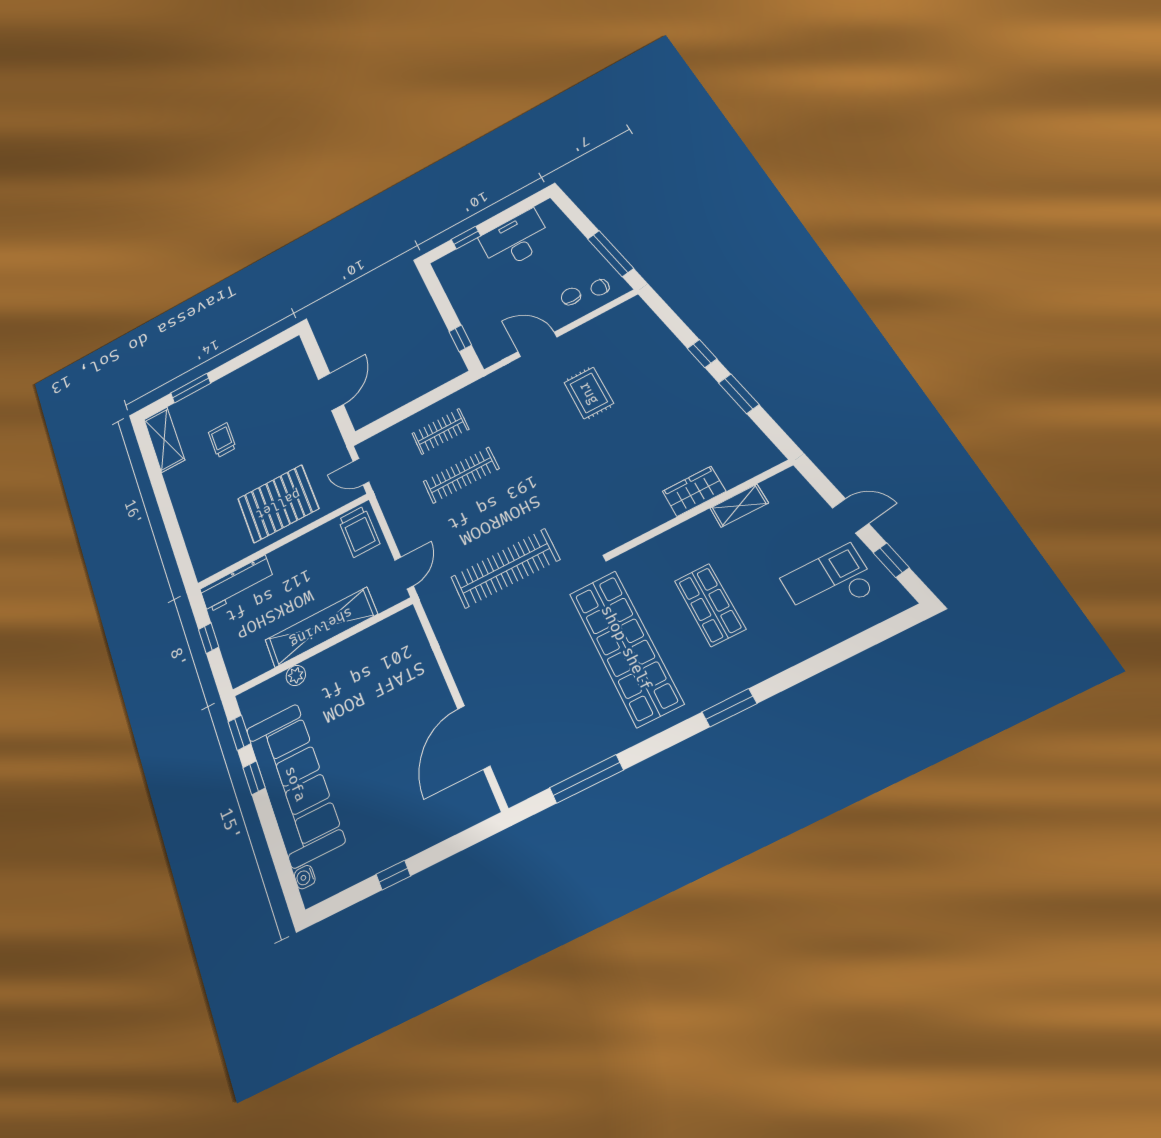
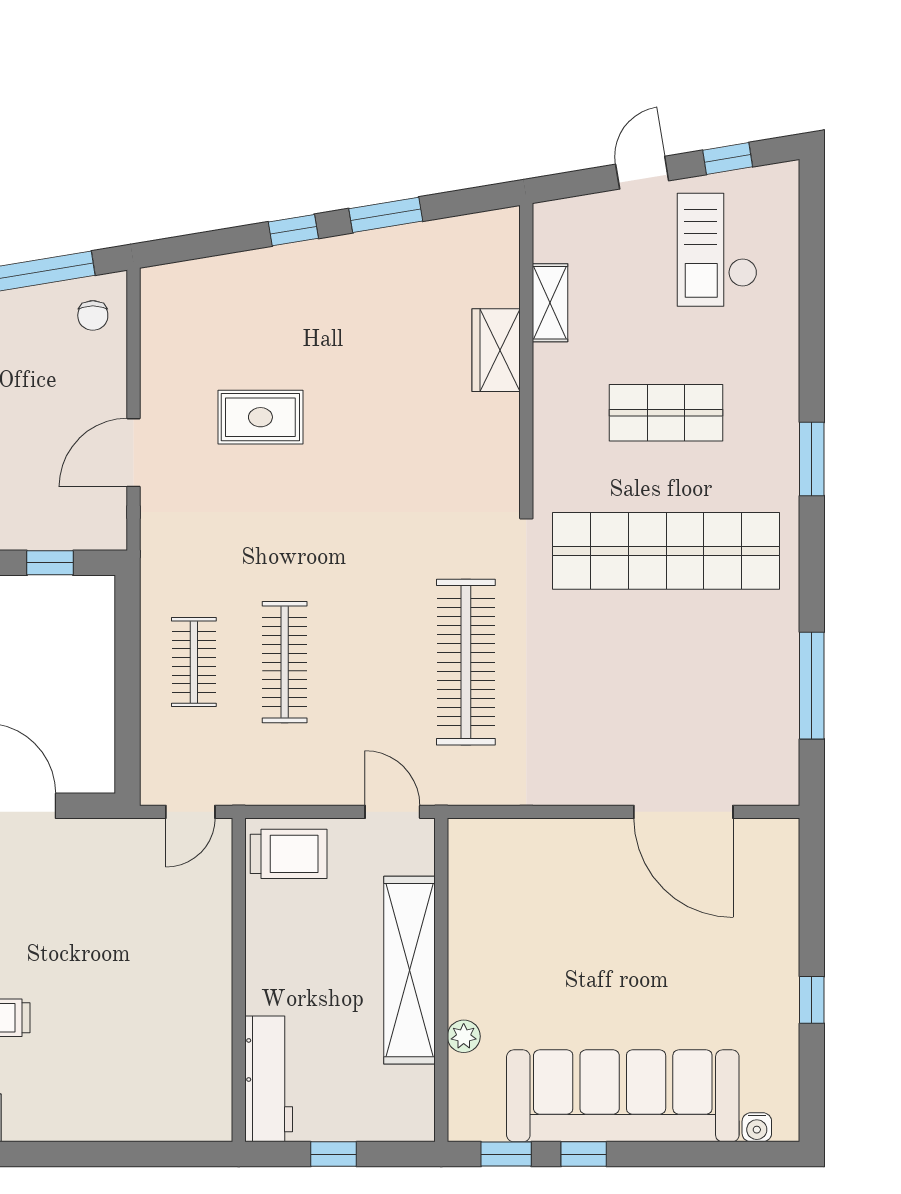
chair: (571, 296) -> (81, 365), removed
pallet: (278, 504) -> (169, 964), removed

